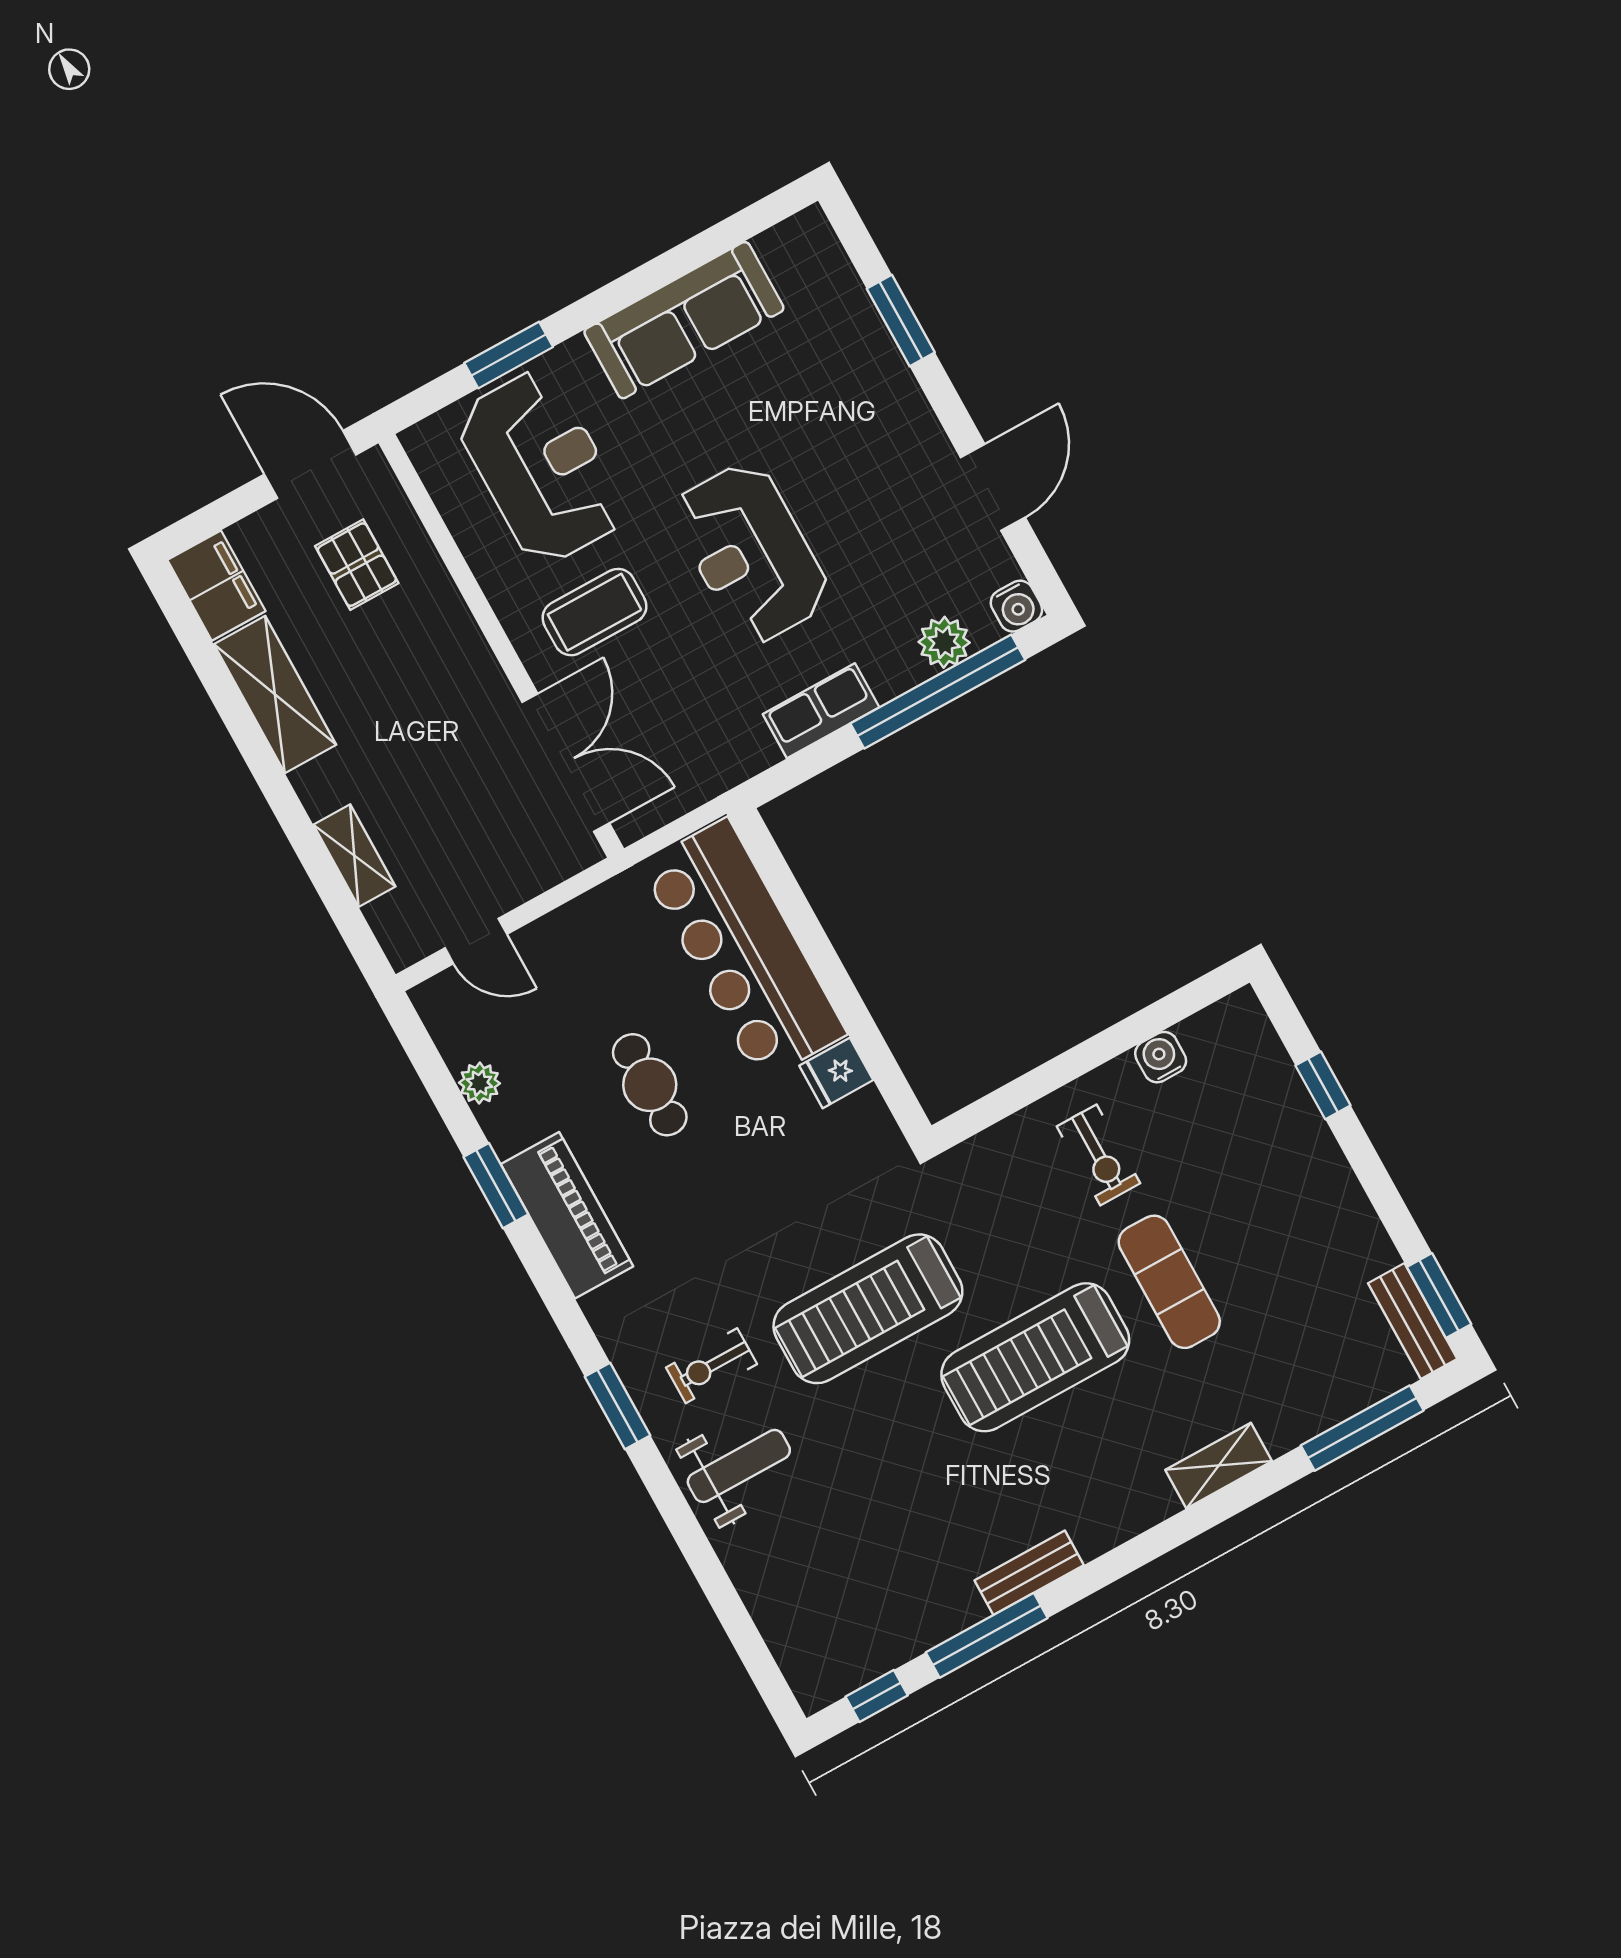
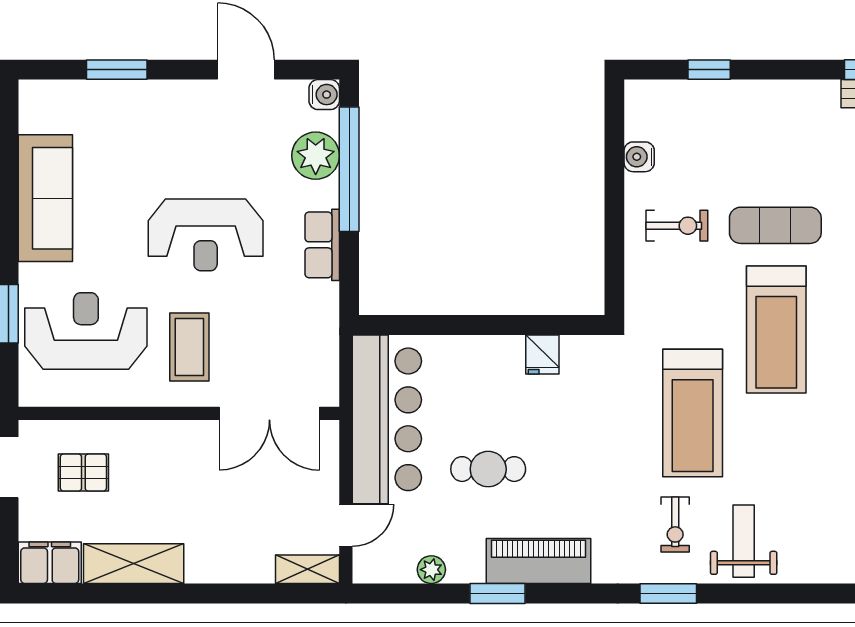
plant: (944, 642) -> (316, 156), width x1.36, depth x1.36
double door: (566, 763) -> (269, 413), swing flipped
shelving: (354, 856) -> (307, 569), moved
bar counter: (743, 950) -> (387, 419), moved, turned -90

